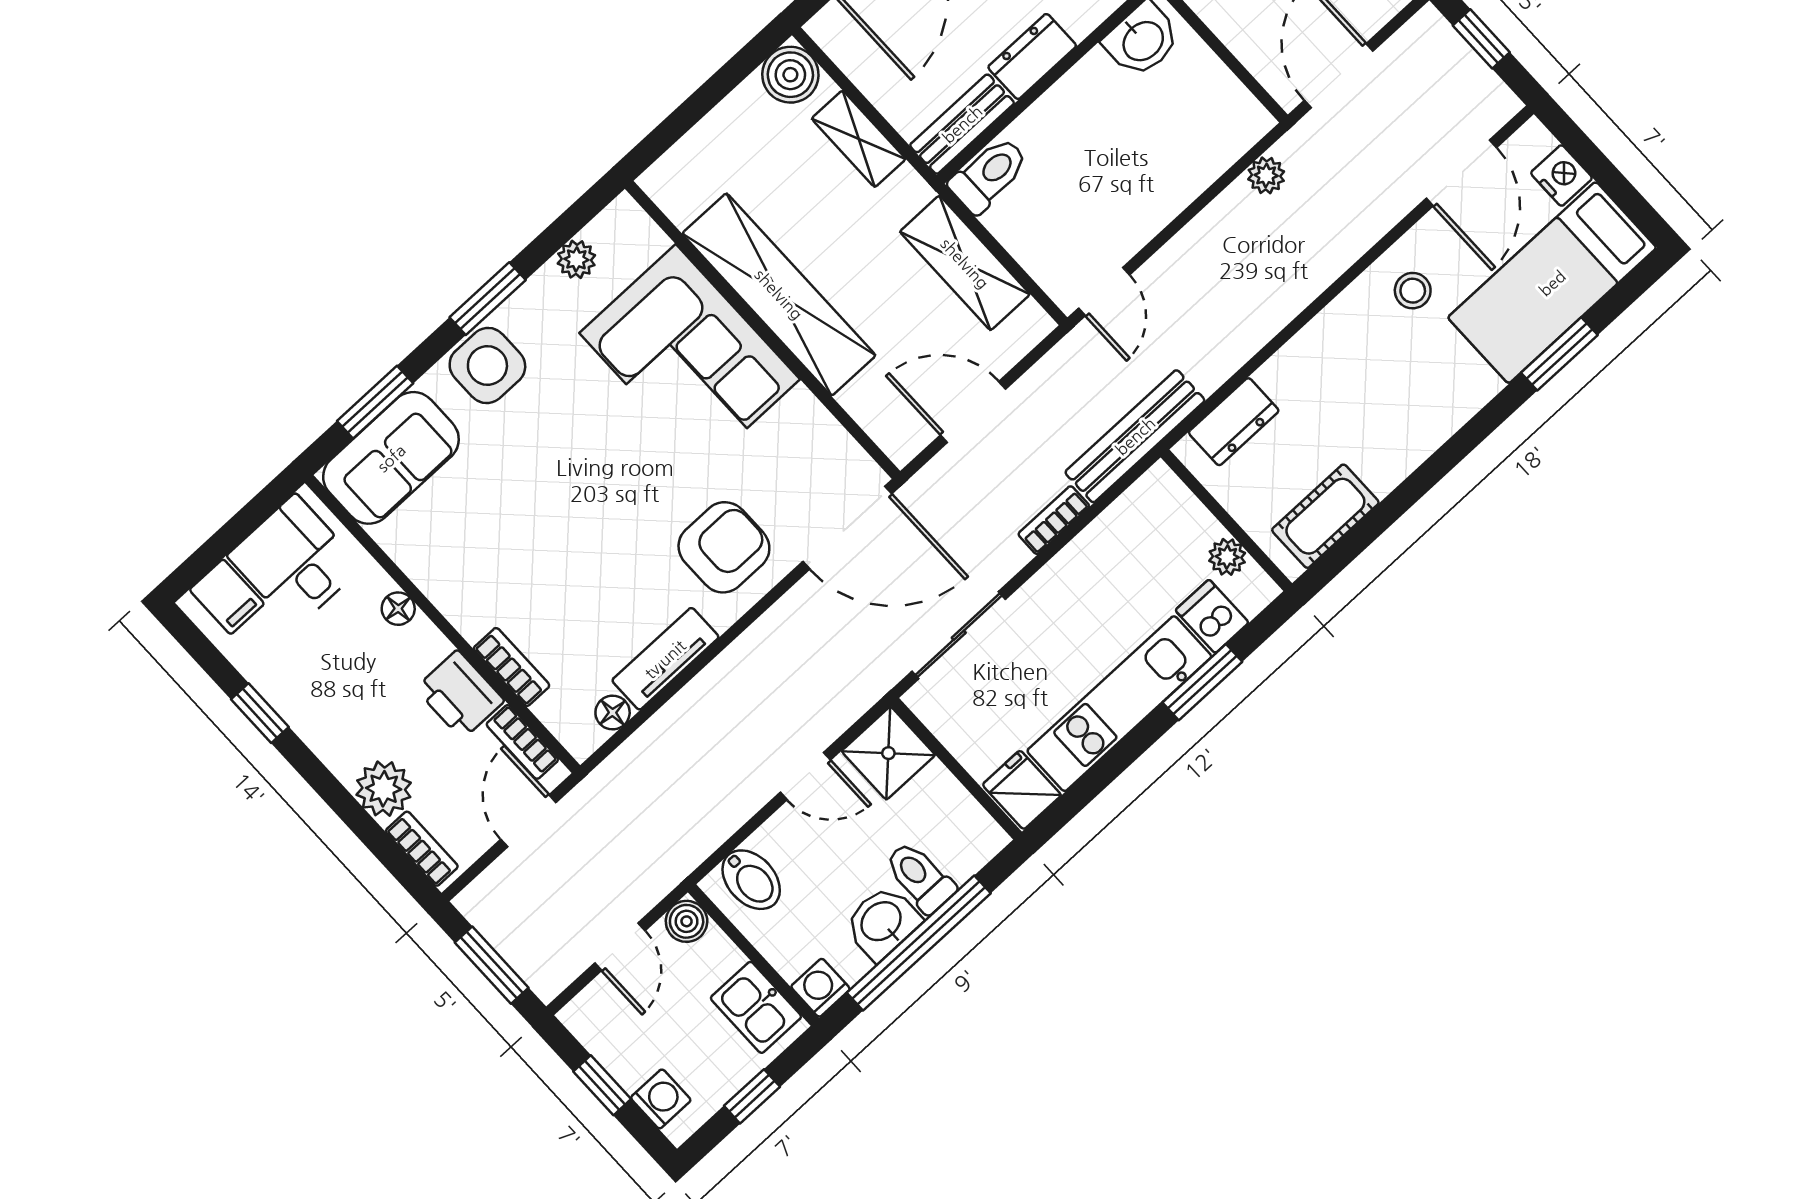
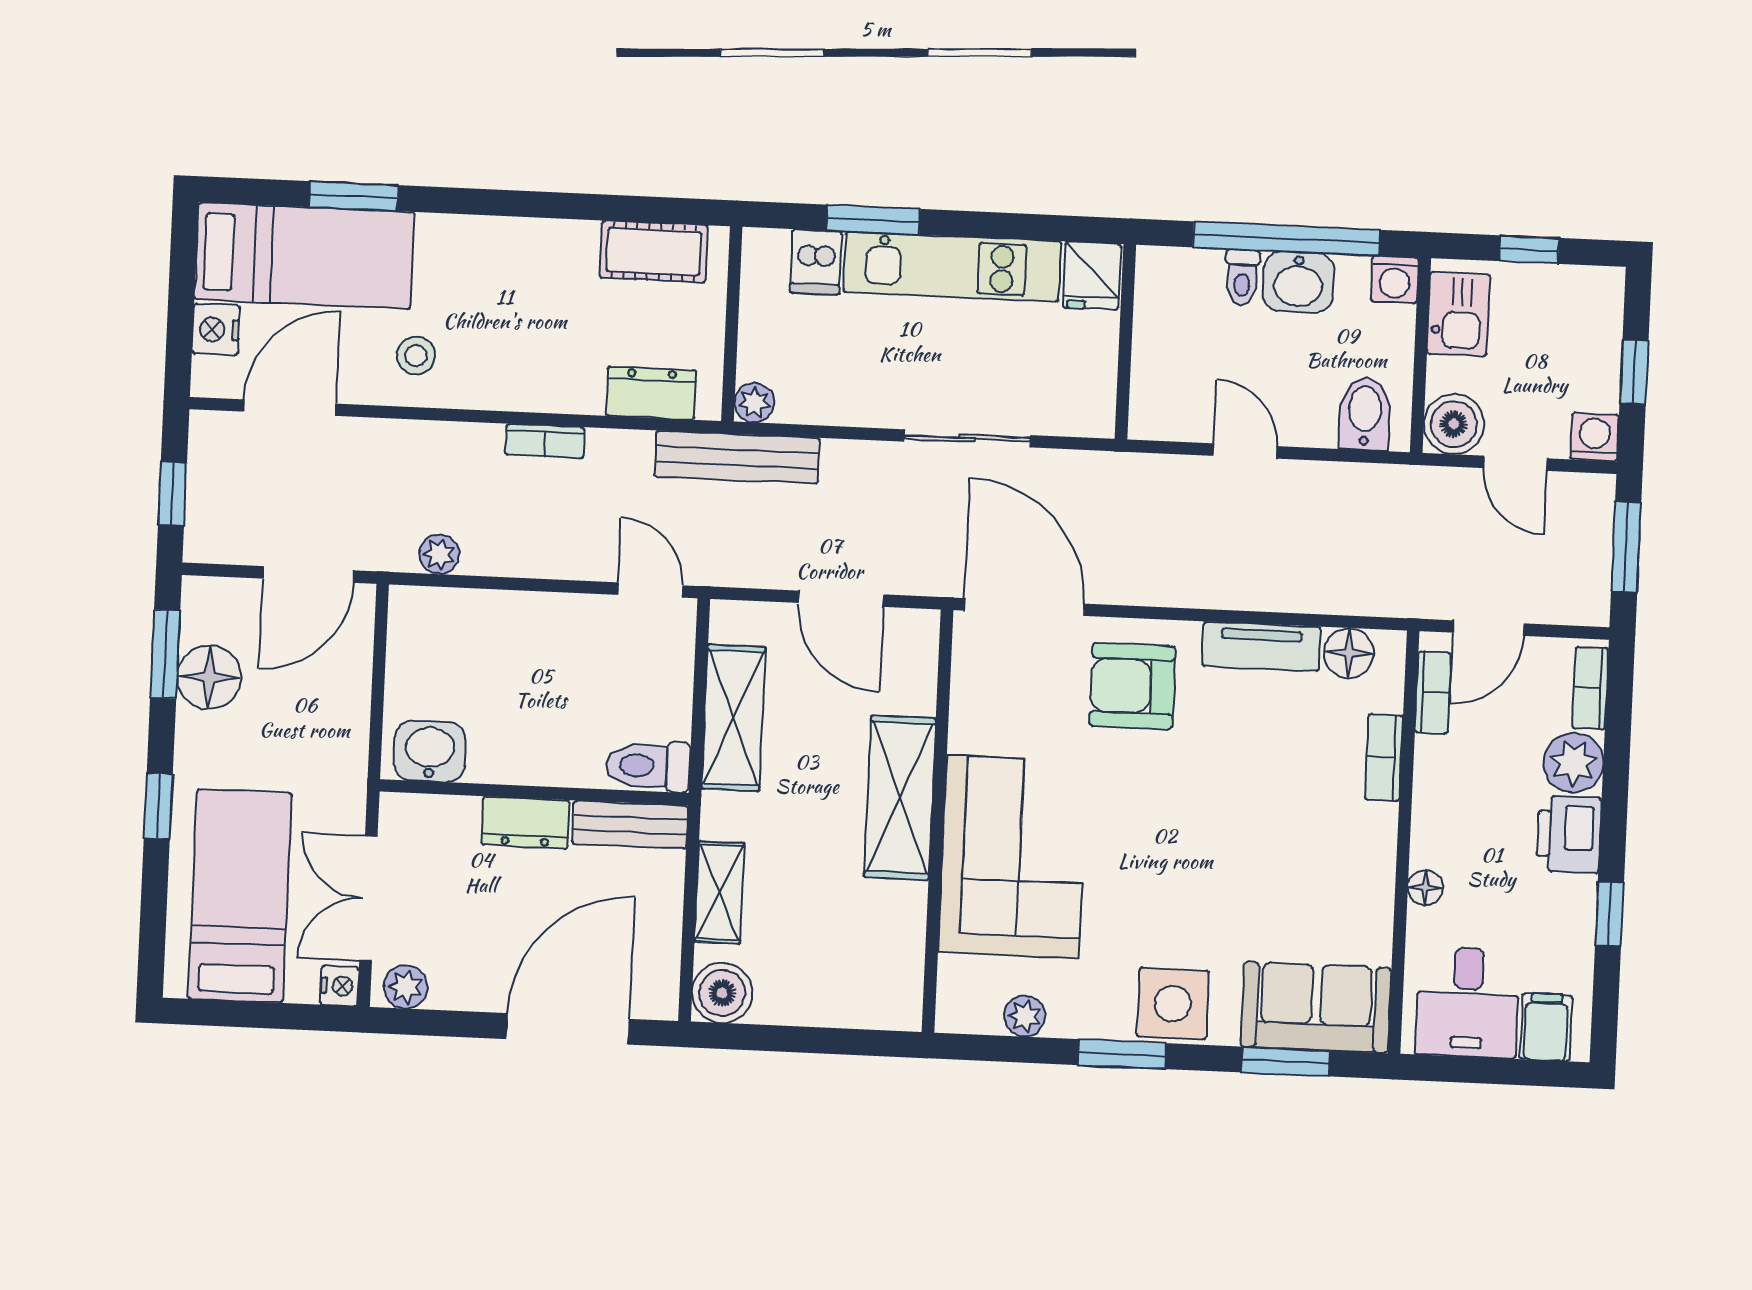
door: (1104, 292) -> (650, 590), hinge flipped
shelving: (779, 294) -> (900, 798), width x0.68
bookcase: (1054, 520) -> (545, 441), moved
plant: (1227, 557) -> (754, 403), moved
sliding door: (959, 635) -> (967, 438), moved
printer: (460, 695) -> (1569, 834), moved, turned 180
floor lamp: (613, 713) -> (1349, 653), width x1.37, depth x1.37
shower: (888, 753) -> (1165, 405), removed
toilet: (920, 877) -> (1242, 277), width x0.73, depth x0.72
boiler: (687, 921) -> (1454, 424), width x1.36, depth x1.36
door: (620, 947) -> (1515, 463), swing flipped
washing machine: (661, 1099) -> (1595, 437), moved, turned 90

